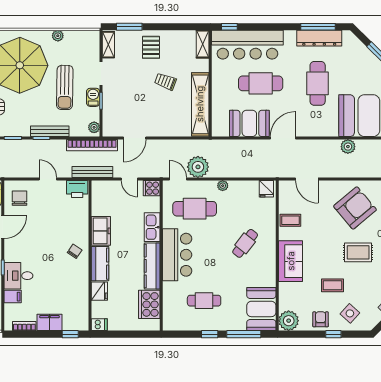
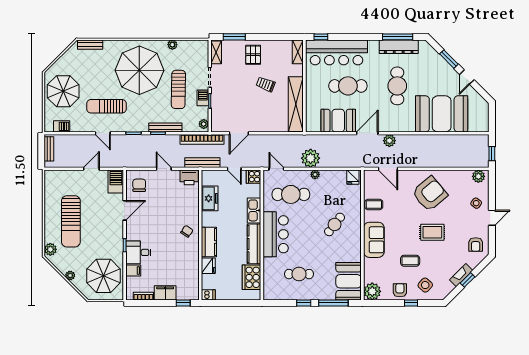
plant: (348, 147) -> (389, 141), moved
plant: (198, 167) -> (311, 158), moved
freezer: (101, 231) -> (210, 198), moved

